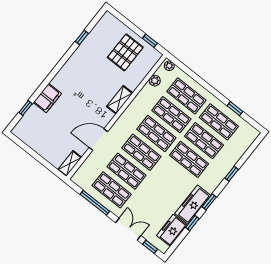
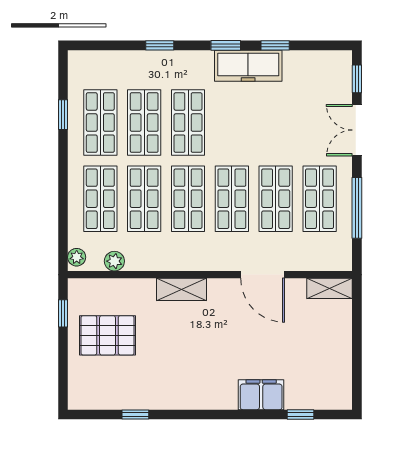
freezer: (172, 230) -> (309, 66), removed

